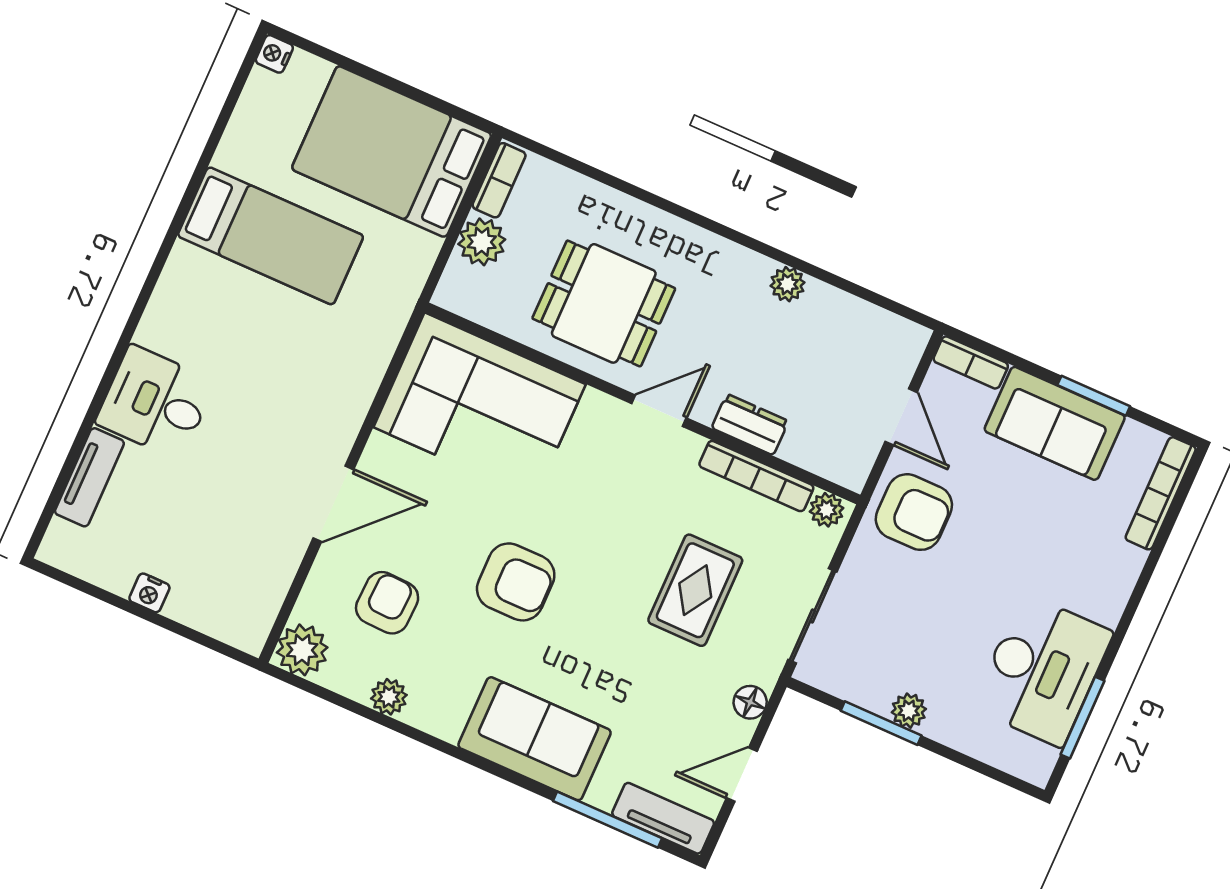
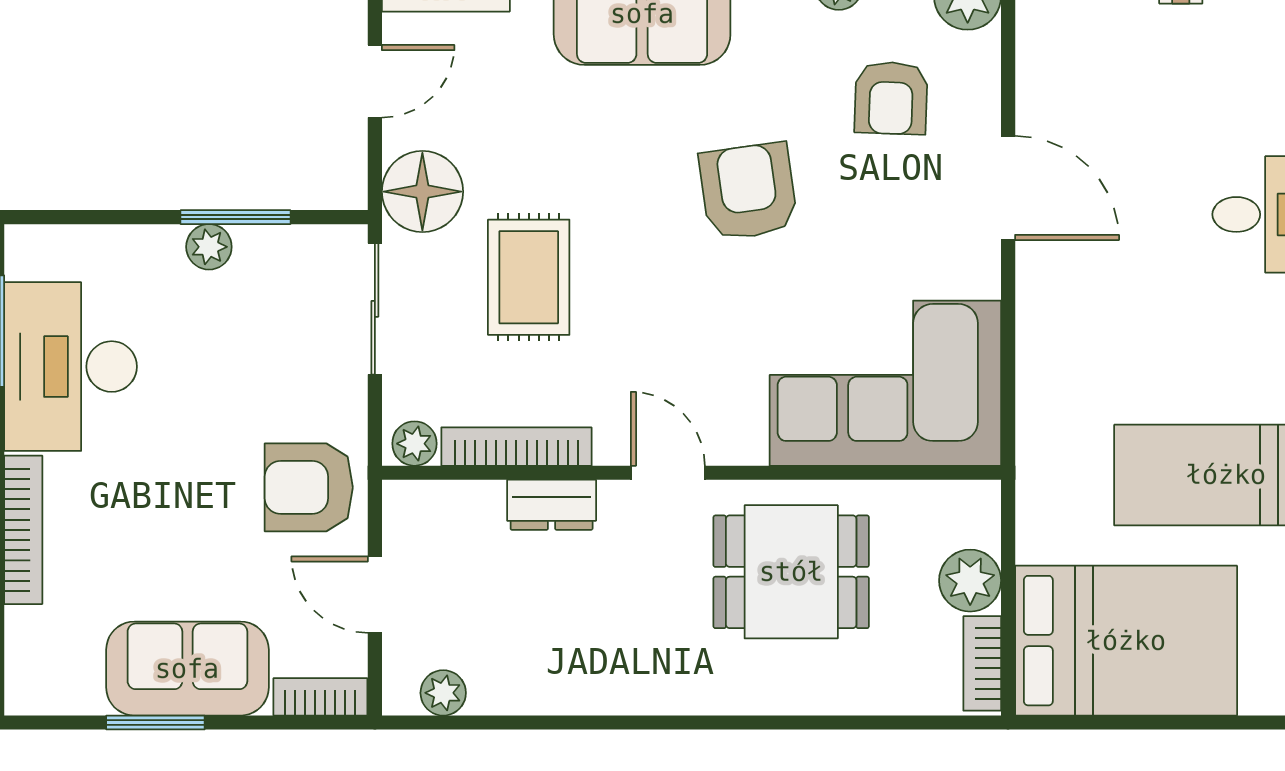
plant: (788, 284) -> (443, 693), moved
door: (659, 411) -> (668, 473), swing flipped
bookcase: (1161, 493) -> (23, 530), moved
door: (333, 504) -> (1008, 188), swing flipped
armchair: (516, 582) -> (748, 191), turned 82
floor lamp: (750, 702) -> (422, 192), width x1.89, depth x1.89

